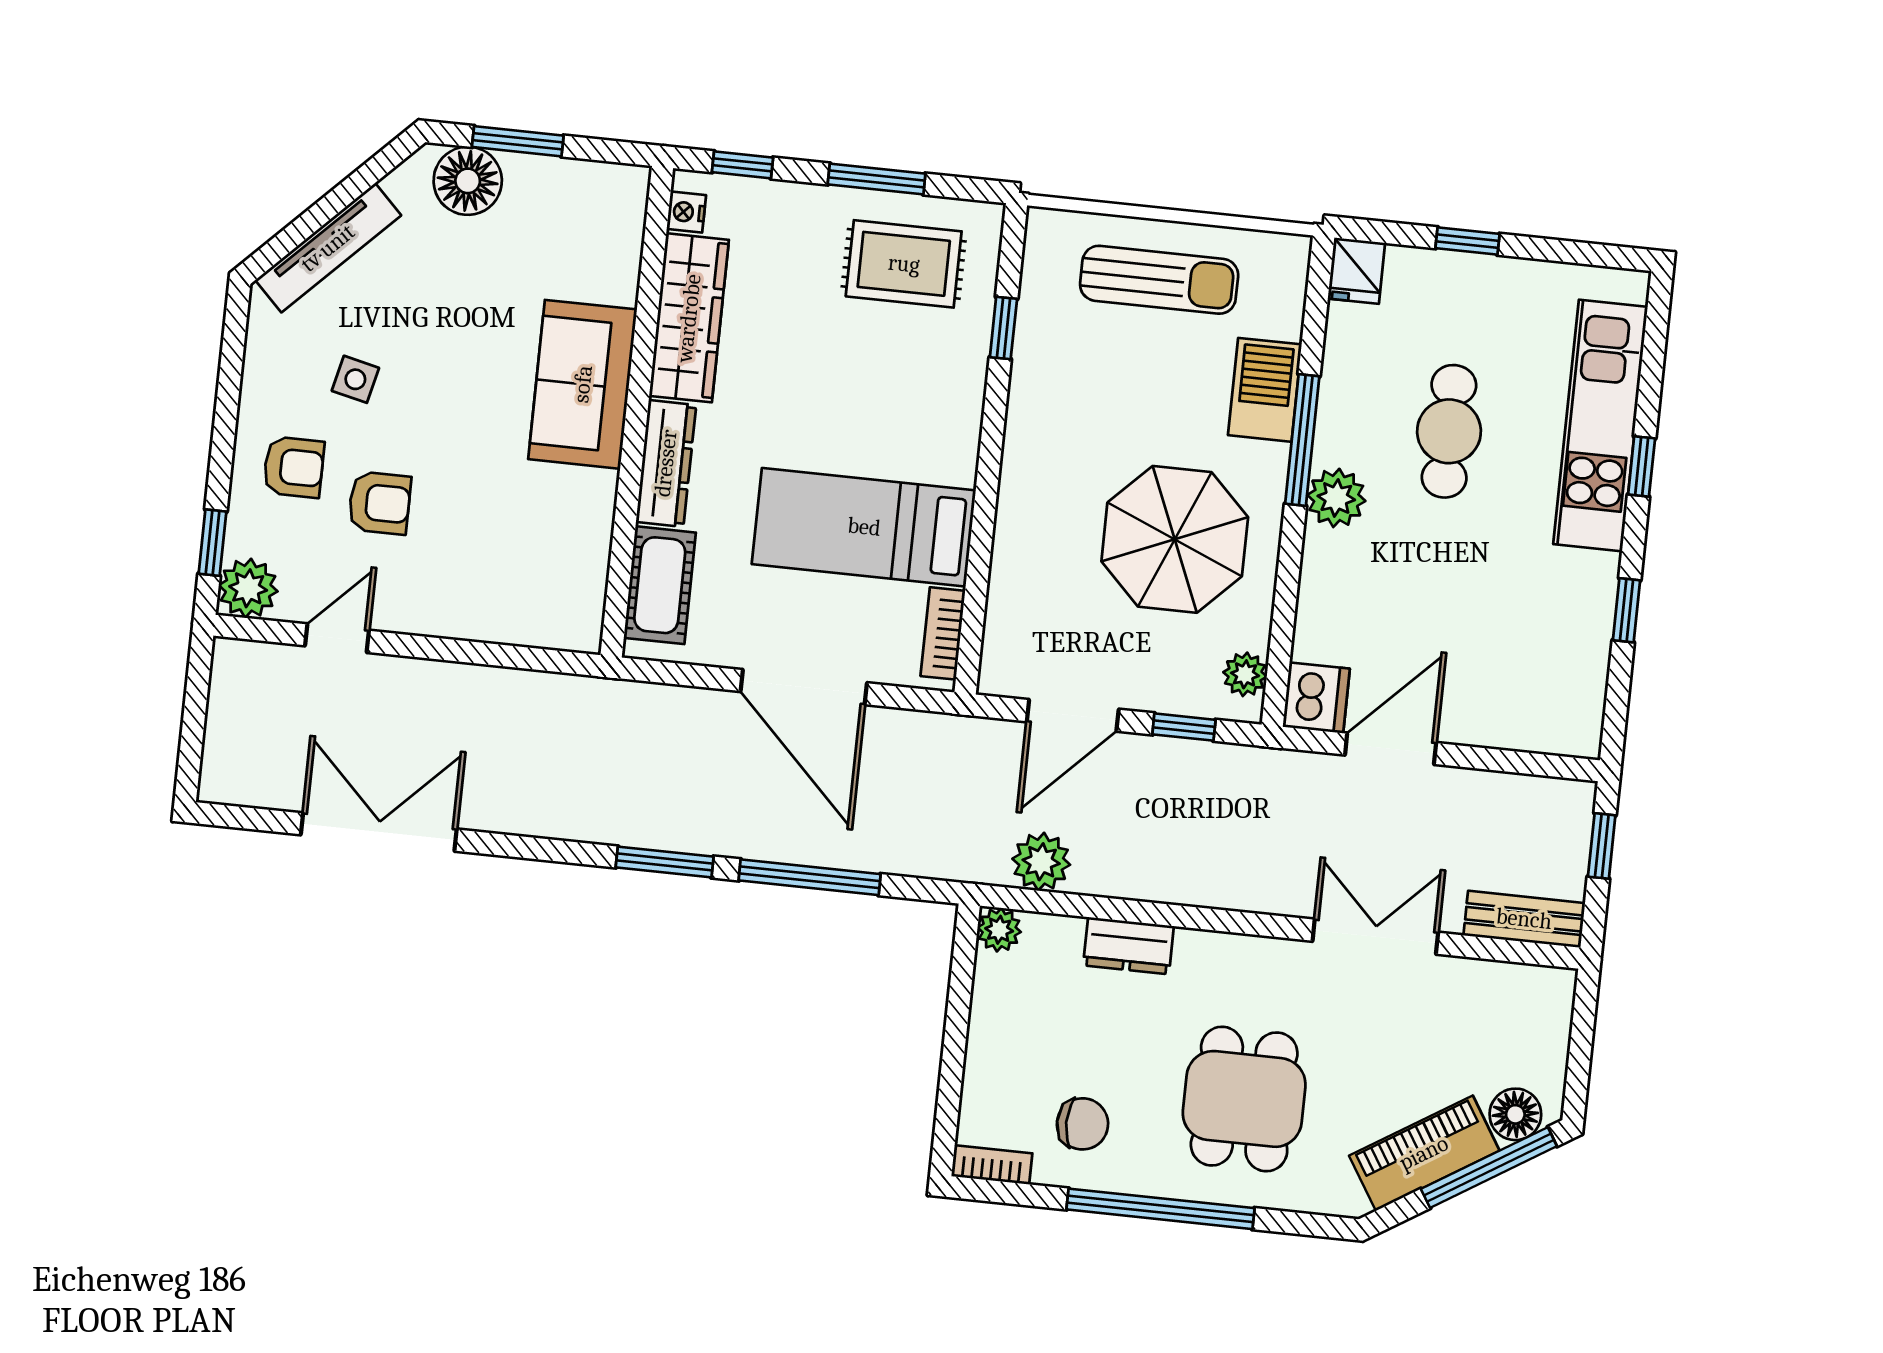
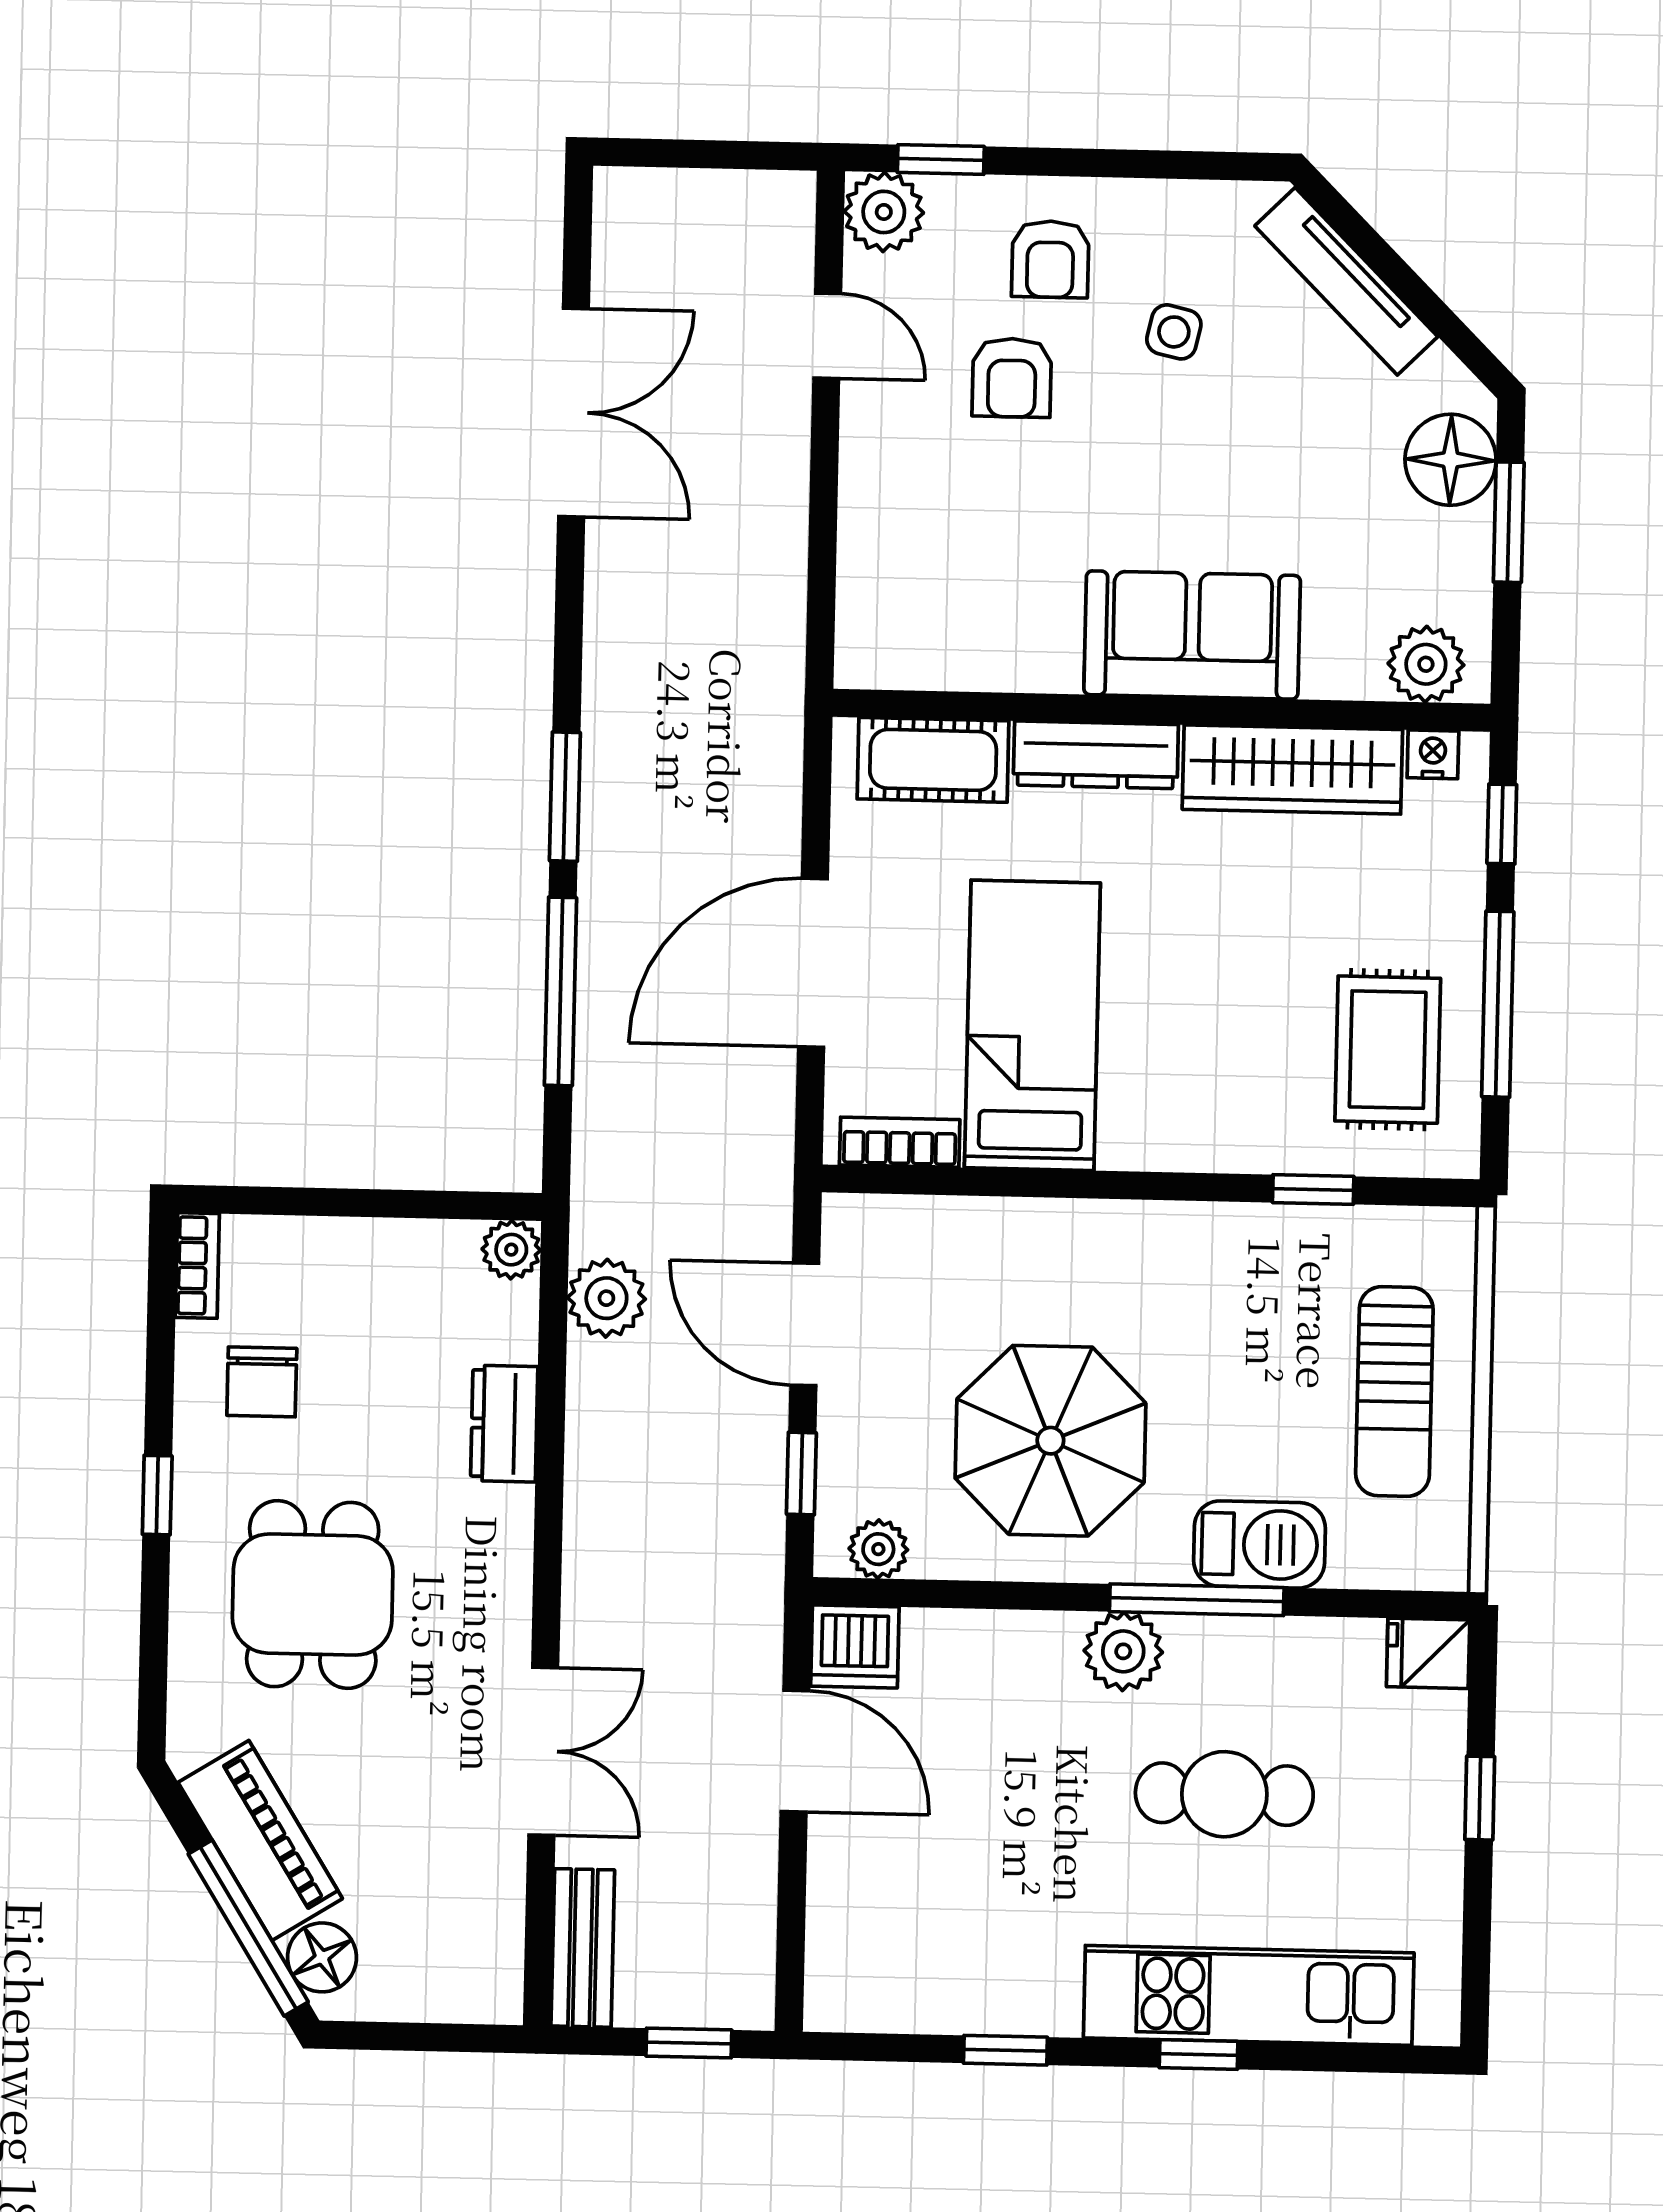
window: (877, 179) -> (1498, 1004), width x1.44
plant: (619, 212) -> (1426, 664), added
dining table: (1244, 1099) -> (313, 1595), turned 90
window: (1160, 1209) -> (157, 1495), width x0.32

